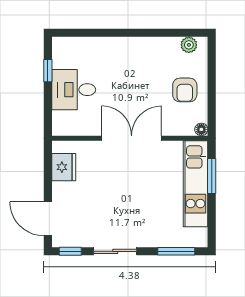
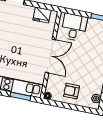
desk: (74, 90) -> (74, 27), moved

